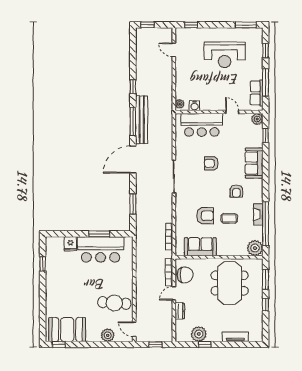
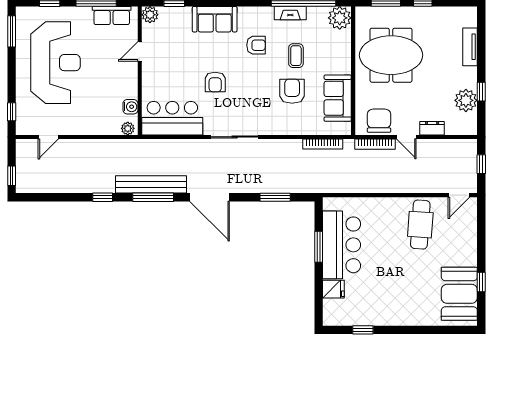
reception desk: (225, 55) -> (56, 63), width x1.36, depth x1.30
bar counter: (202, 125) -> (172, 118), moved, turned -90
plant: (108, 335) -> (468, 234), removed
window: (59, 344) -> (481, 282), moved

